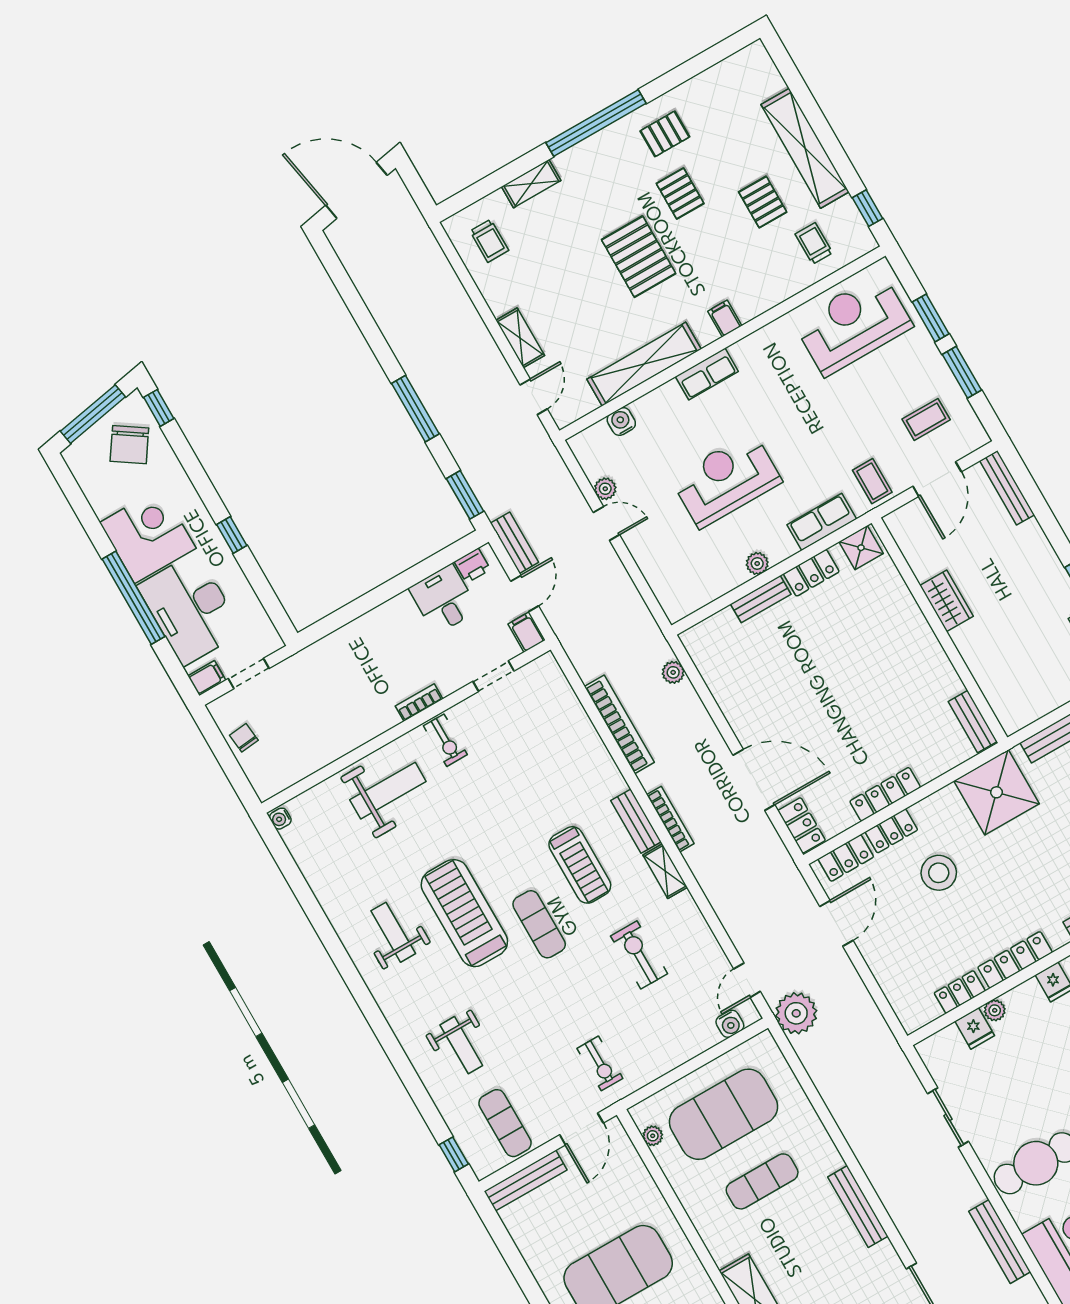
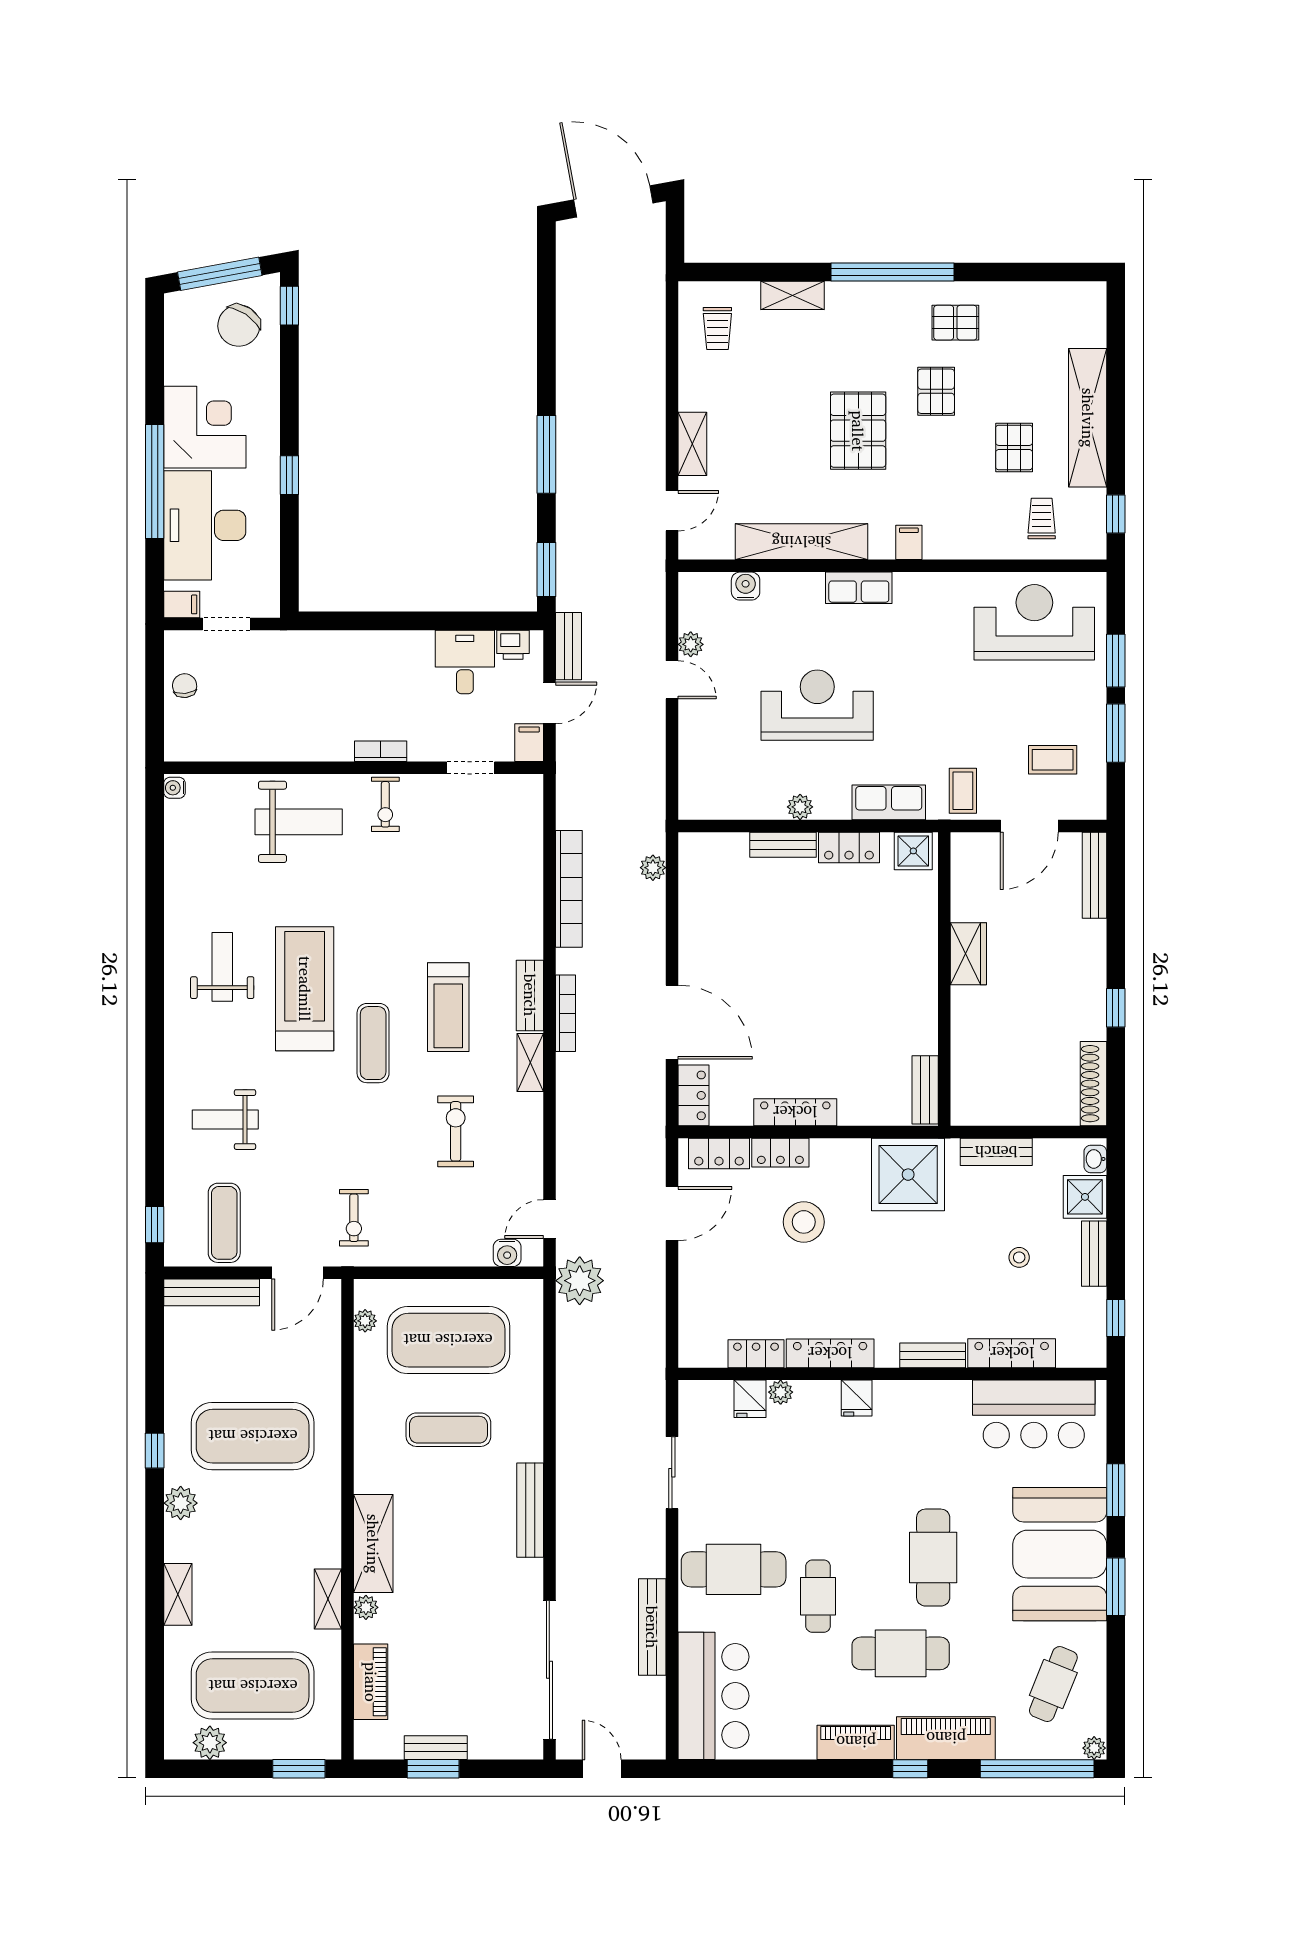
weight bench: (461, 1045) -> (225, 1120), turned 90

